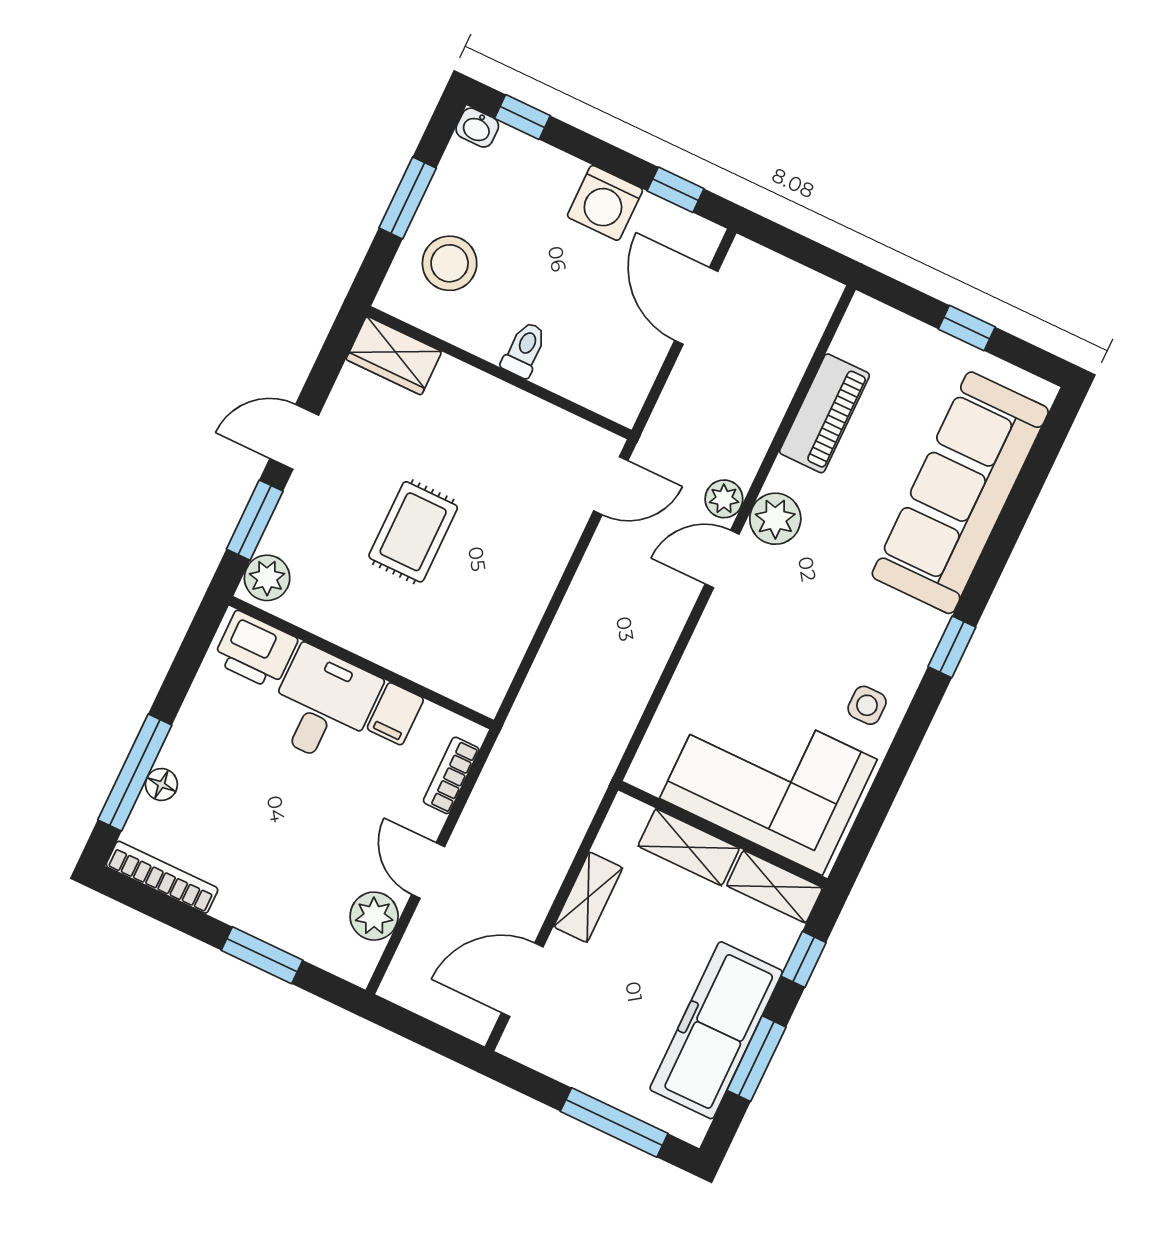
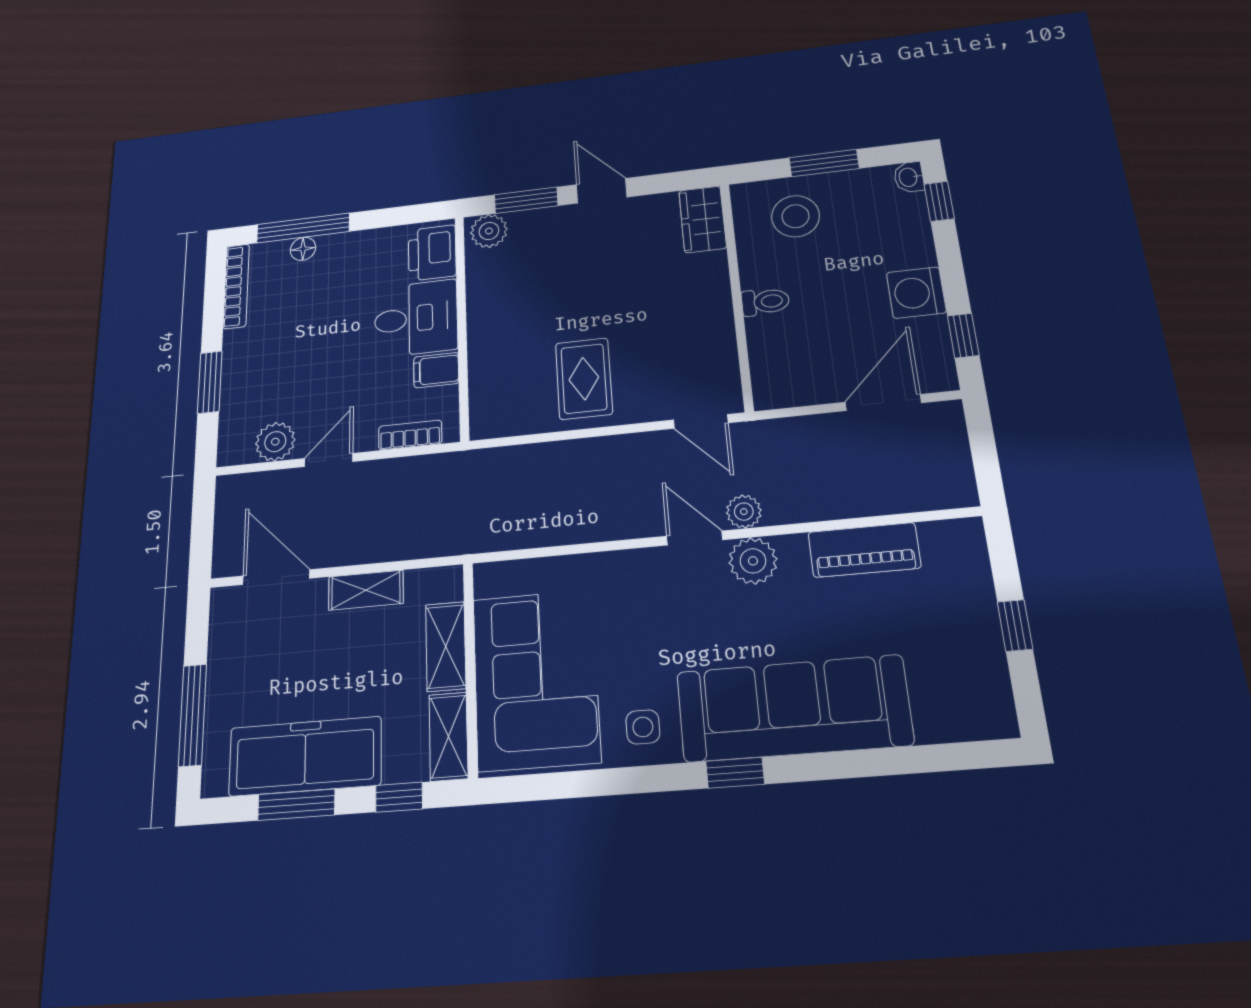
sofa: (960, 493) -> (793, 708), moved
rug: (413, 532) -> (584, 379), moved, turned 90

